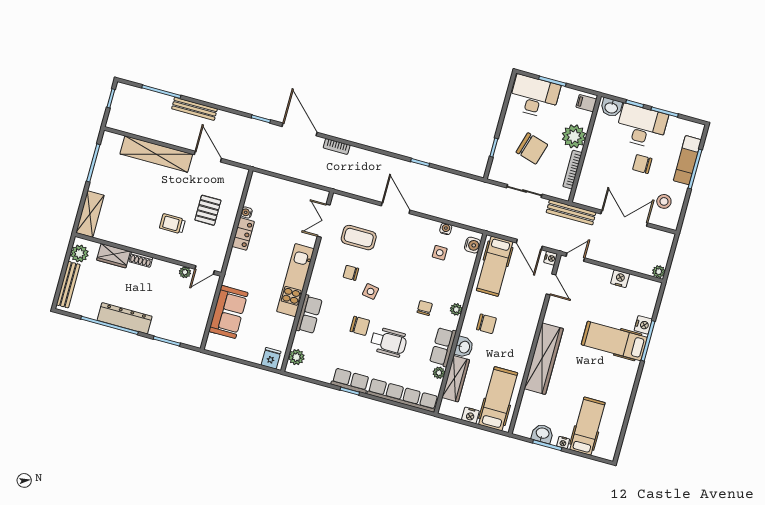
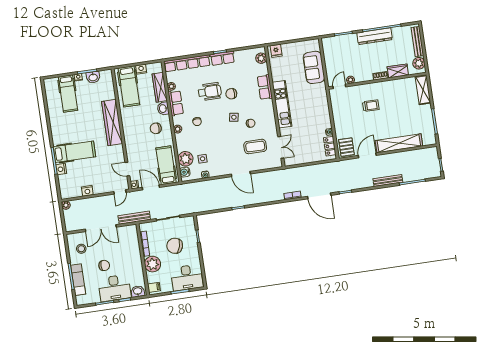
door: (208, 157) -> (367, 155), swing flipped
pallet: (208, 210) -> (346, 147), moved
locker: (243, 234) -> (330, 146), moved
plant: (464, 263) -> (185, 159), added
wheelchair: (388, 342) -> (210, 92), turned 180

